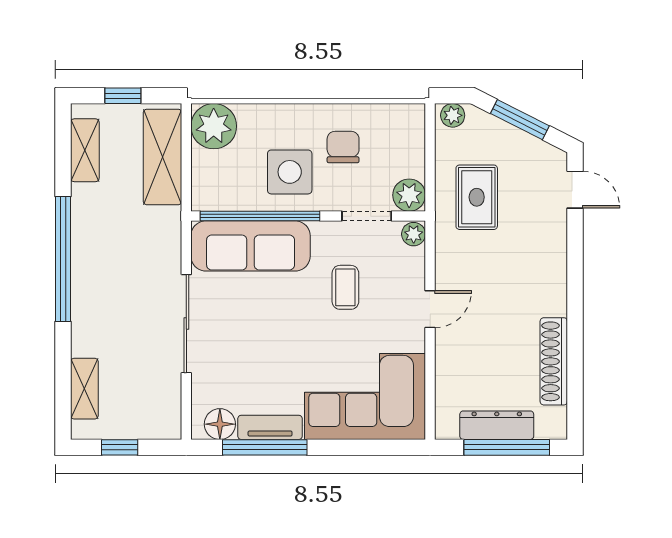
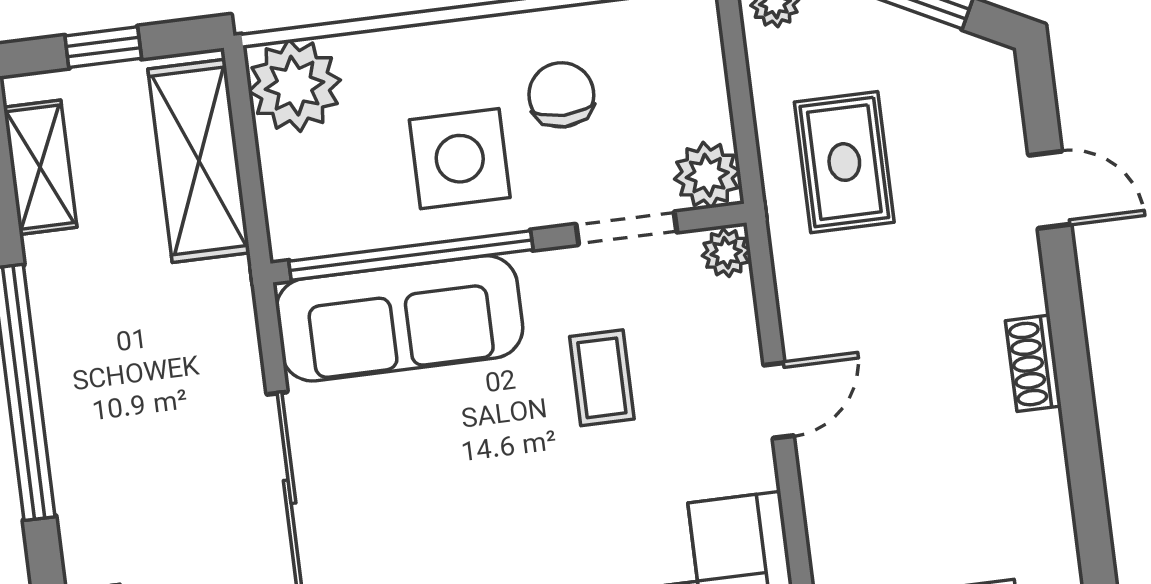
door: (575, 190) -> (1050, 190), moved
shoe rack: (554, 361) -> (1033, 363), moved, width x0.51, depth x0.81

